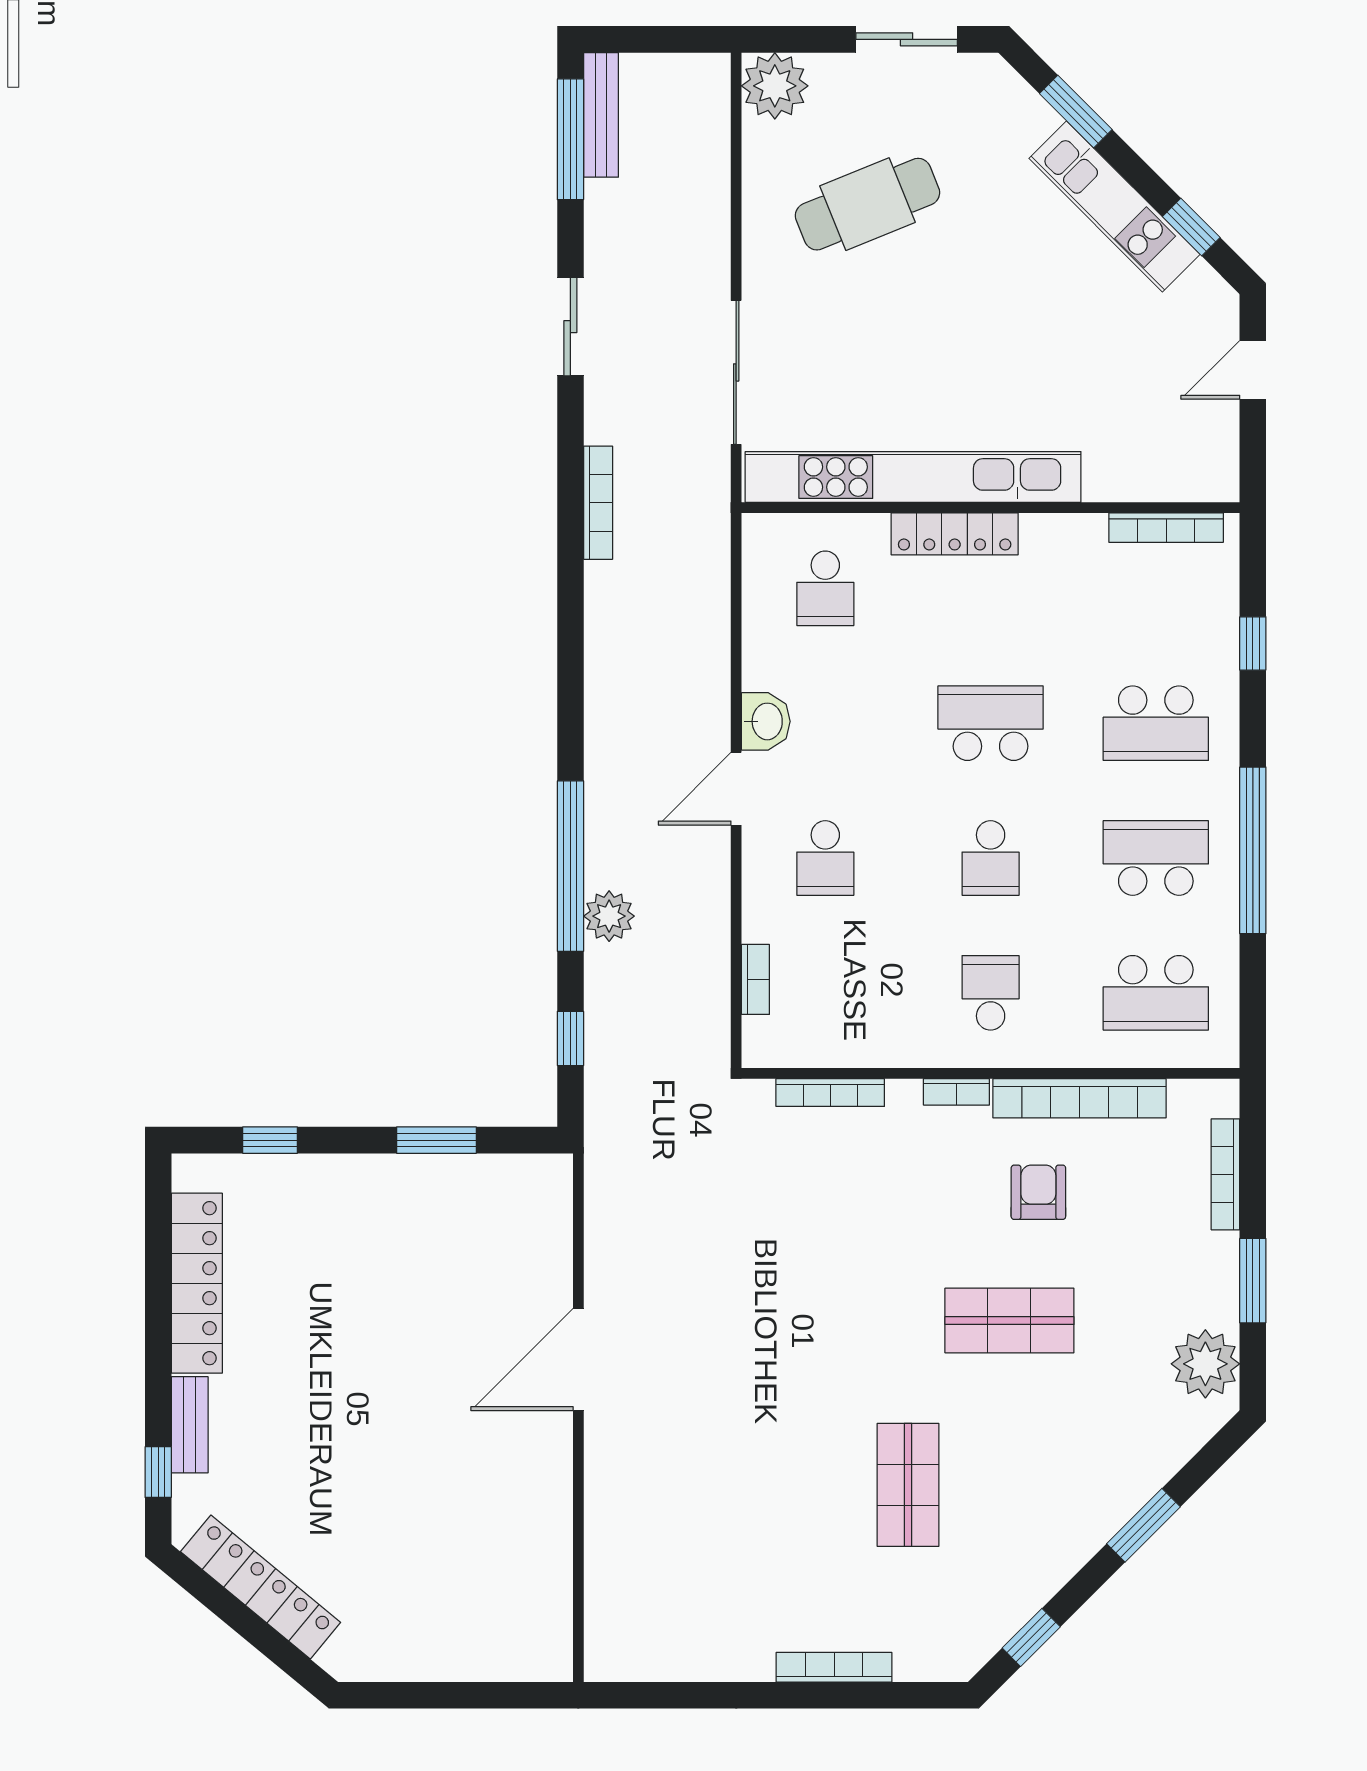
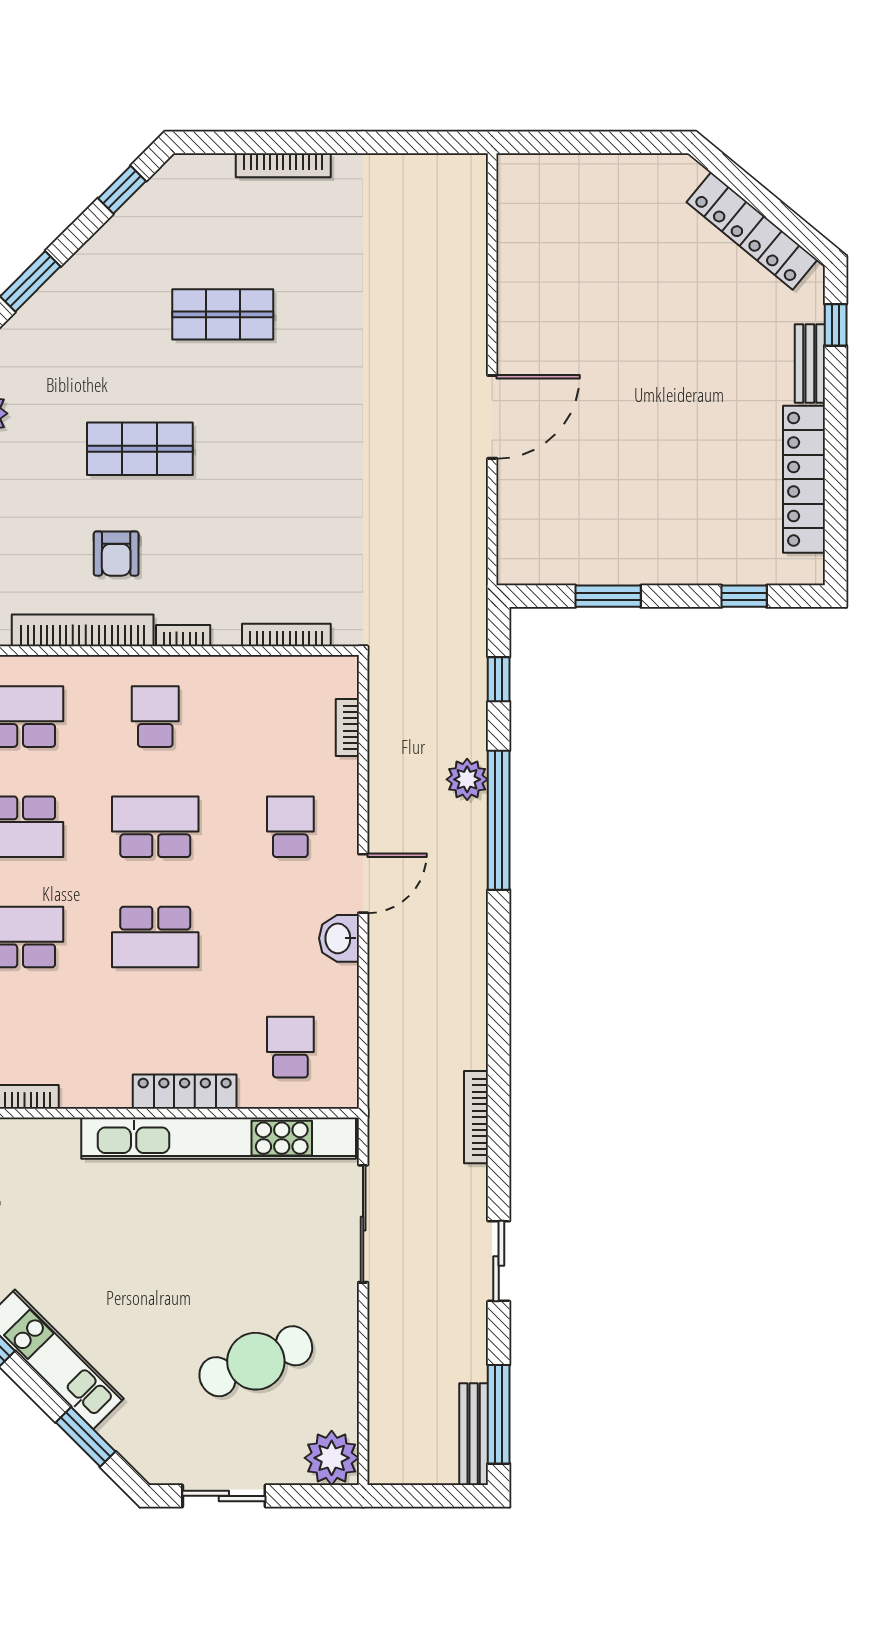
school desk: (991, 858) -> (155, 827), width x1.85
school desk: (991, 993) -> (155, 717), turned 180
shop shelf: (908, 1485) -> (223, 314), turned 90

